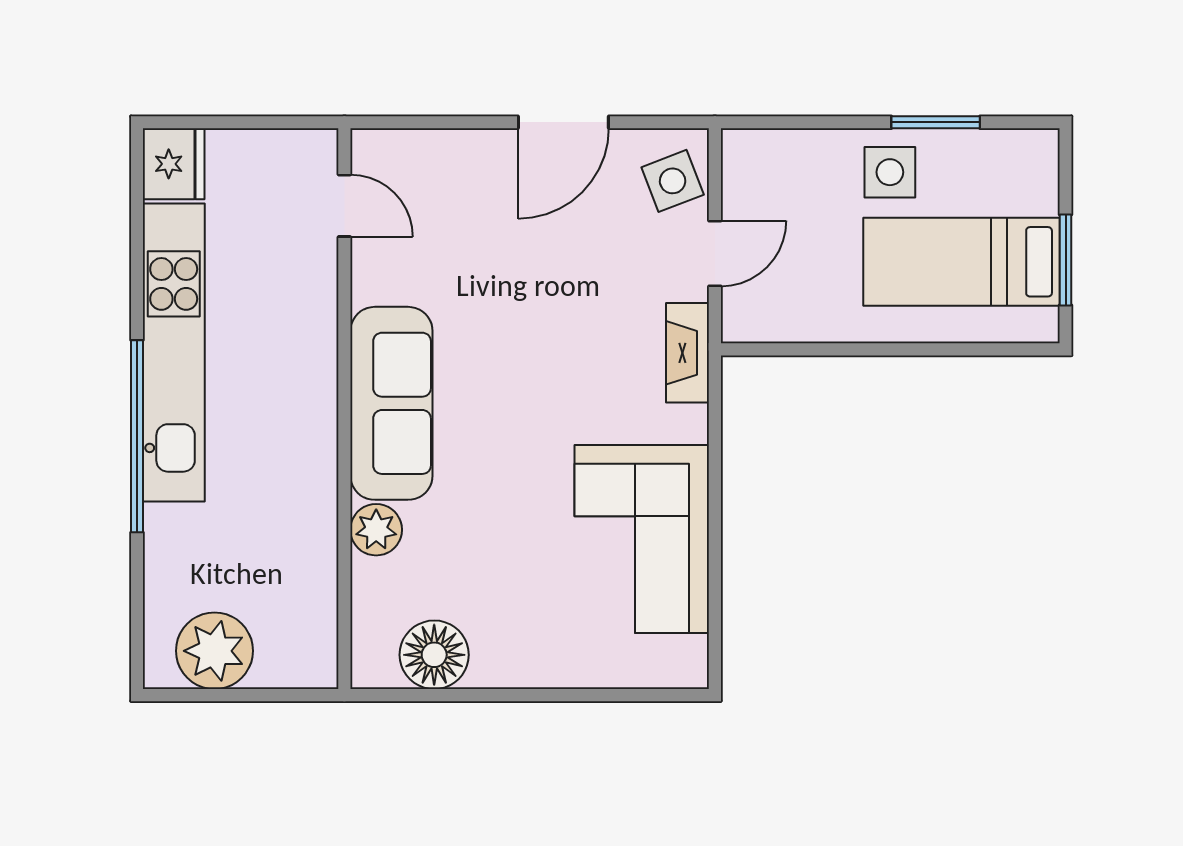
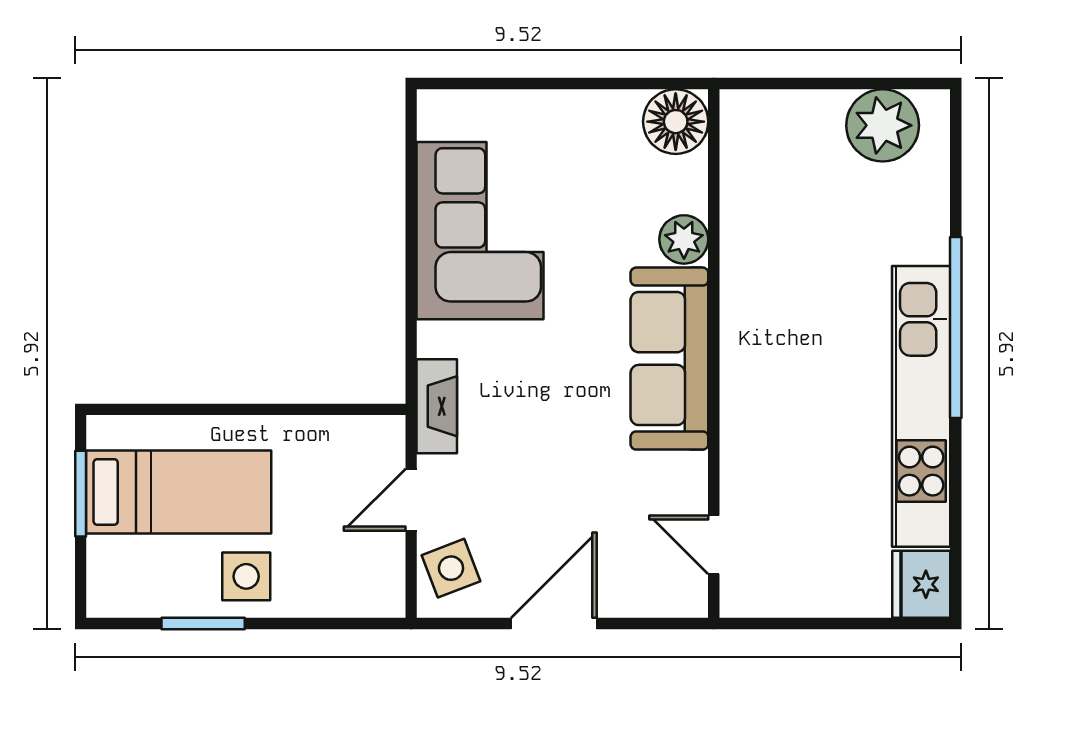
door: (344, 206) -> (714, 545), moved
sofa: (391, 403) -> (669, 359), moved
wall: (344, 409) -> (714, 354), moved
plant: (376, 530) -> (684, 239), moved

